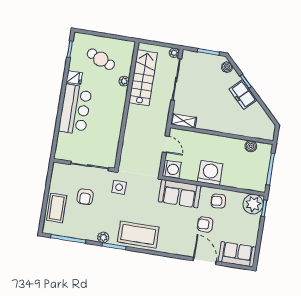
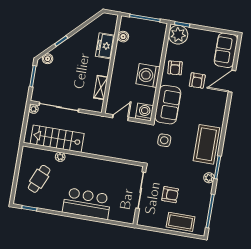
fridge: (74, 78) -> (56, 204), removed
freezer: (243, 94) -> (105, 46), moved, turned 135
shelving: (184, 121) -> (101, 87), moved
side table: (119, 187) -> (164, 140), moved

